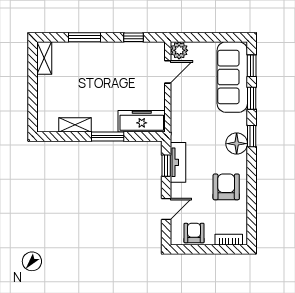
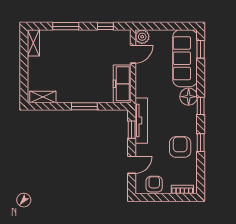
window: (252, 98) -> (201, 143), moved
freezer: (142, 121) -> (122, 84), moved, turned -90
shelving: (75, 125) -> (43, 97), moved
floor lamp: (237, 144) -> (189, 97), moved
tv unit: (178, 162) -> (141, 121), width x1.41

